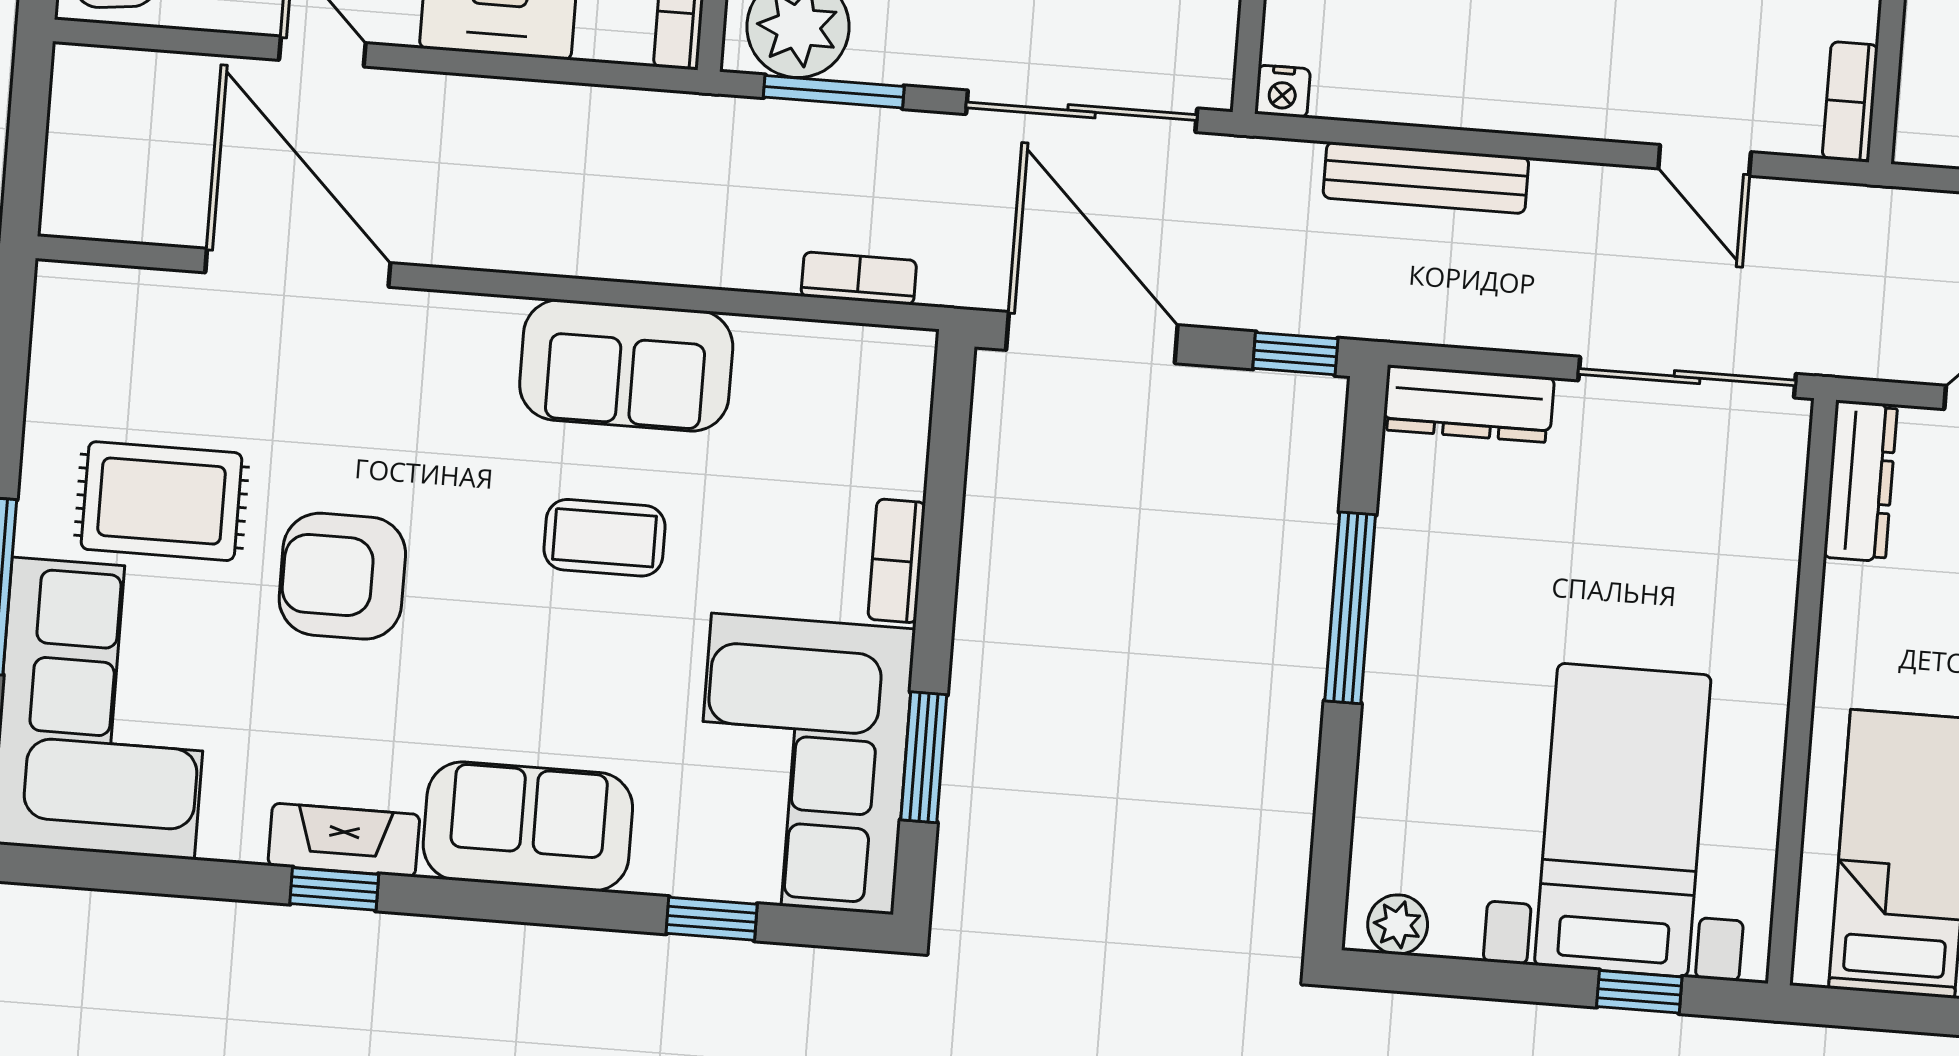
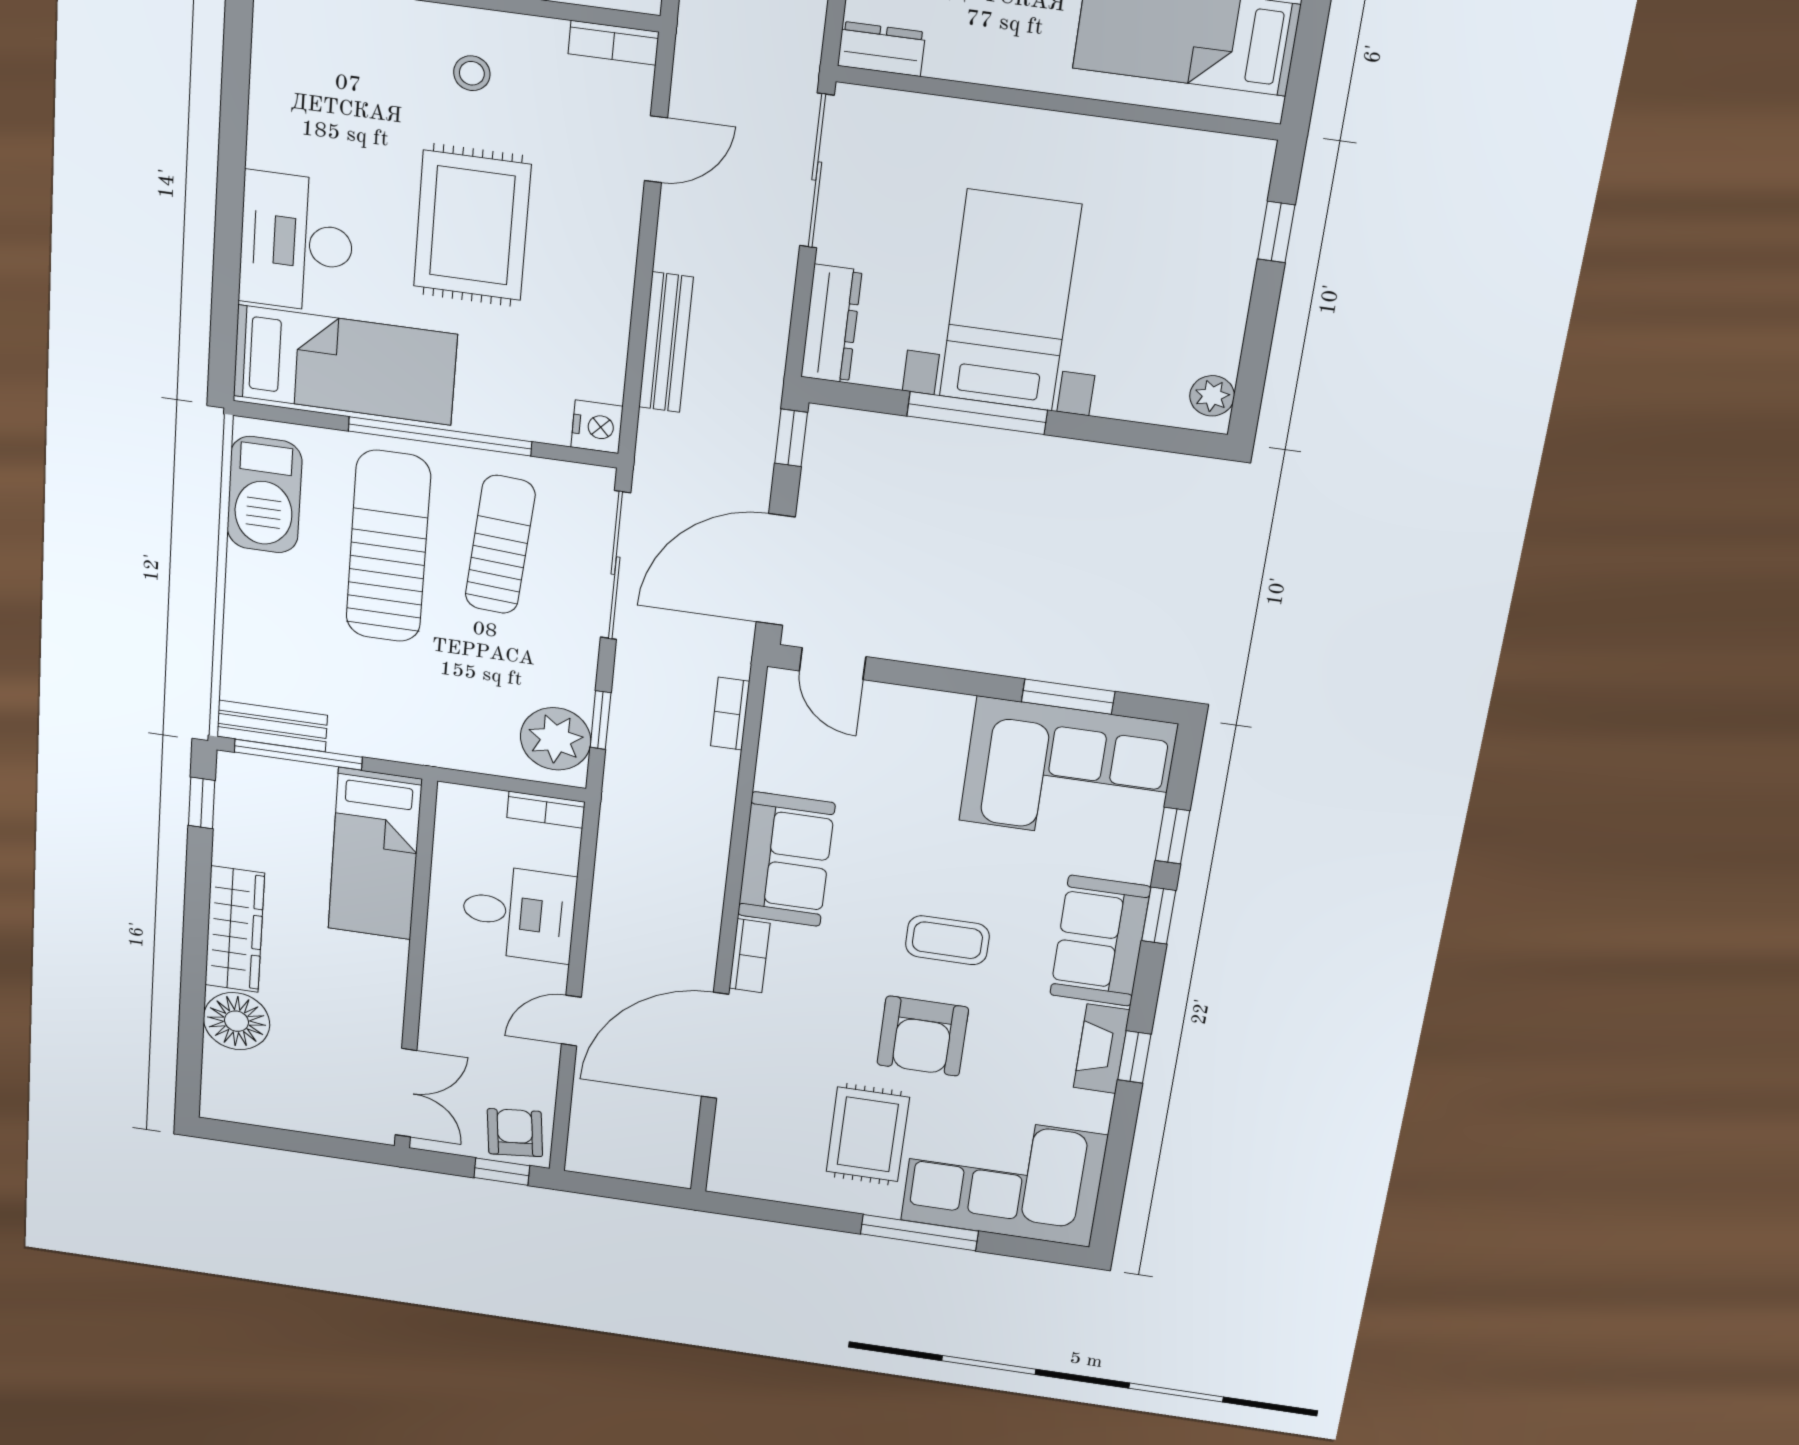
nightstand: (1283, 91) -> (597, 427), width x1.39, depth x1.35
window: (834, 92) -> (600, 720), width x0.67
door: (950, 422) -> (833, 664), added
dresser: (1860, 481) -> (881, 49), width x0.70
coffee table: (605, 538) -> (947, 940), moved, turned 90
bookcase: (897, 561) -> (749, 956), moved, turned -90
bed with nightstands: (1623, 820) -> (1010, 301), moved, turned 90
window: (578, 908) -> (1159, 916), added

